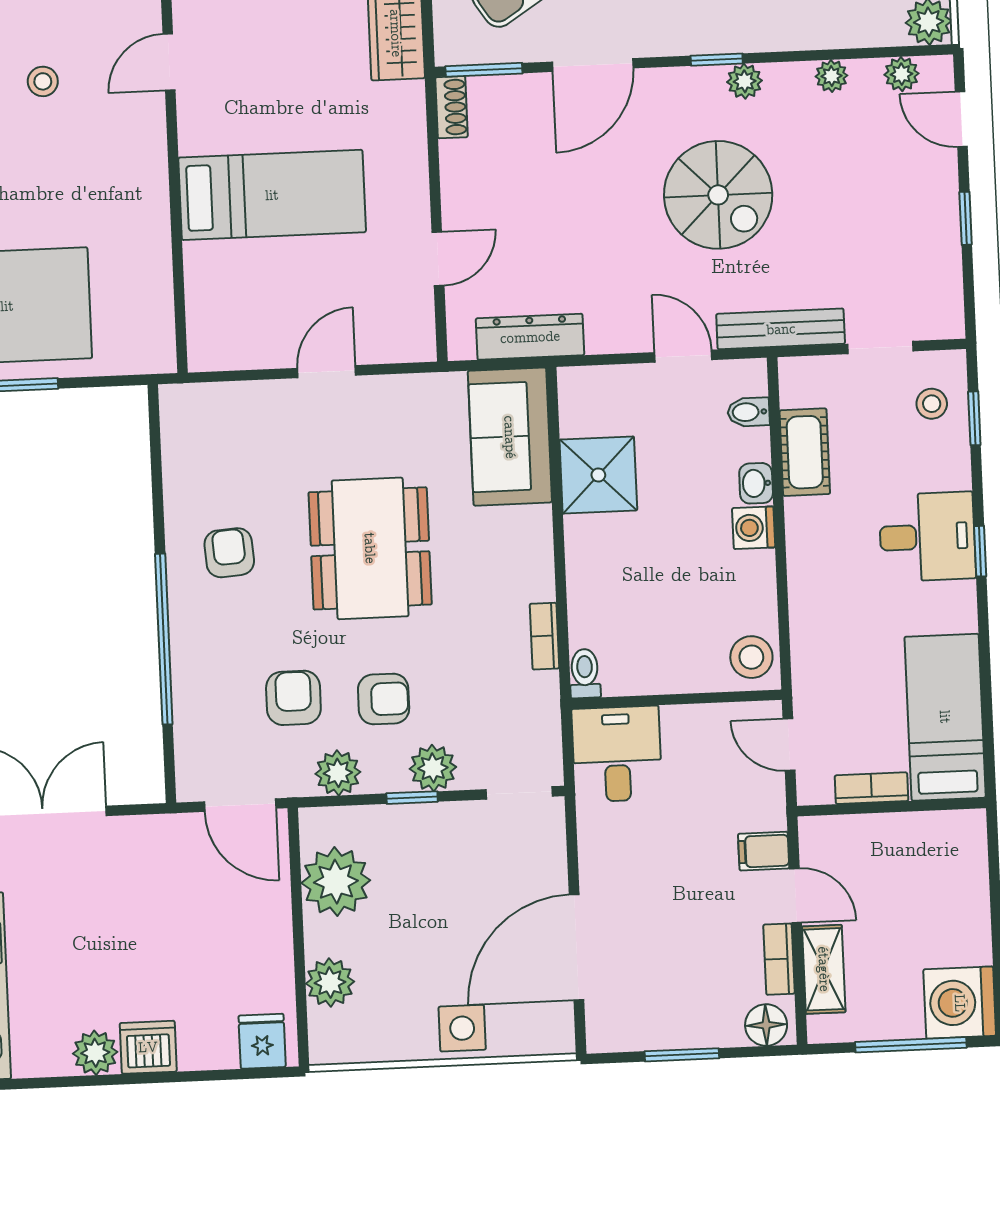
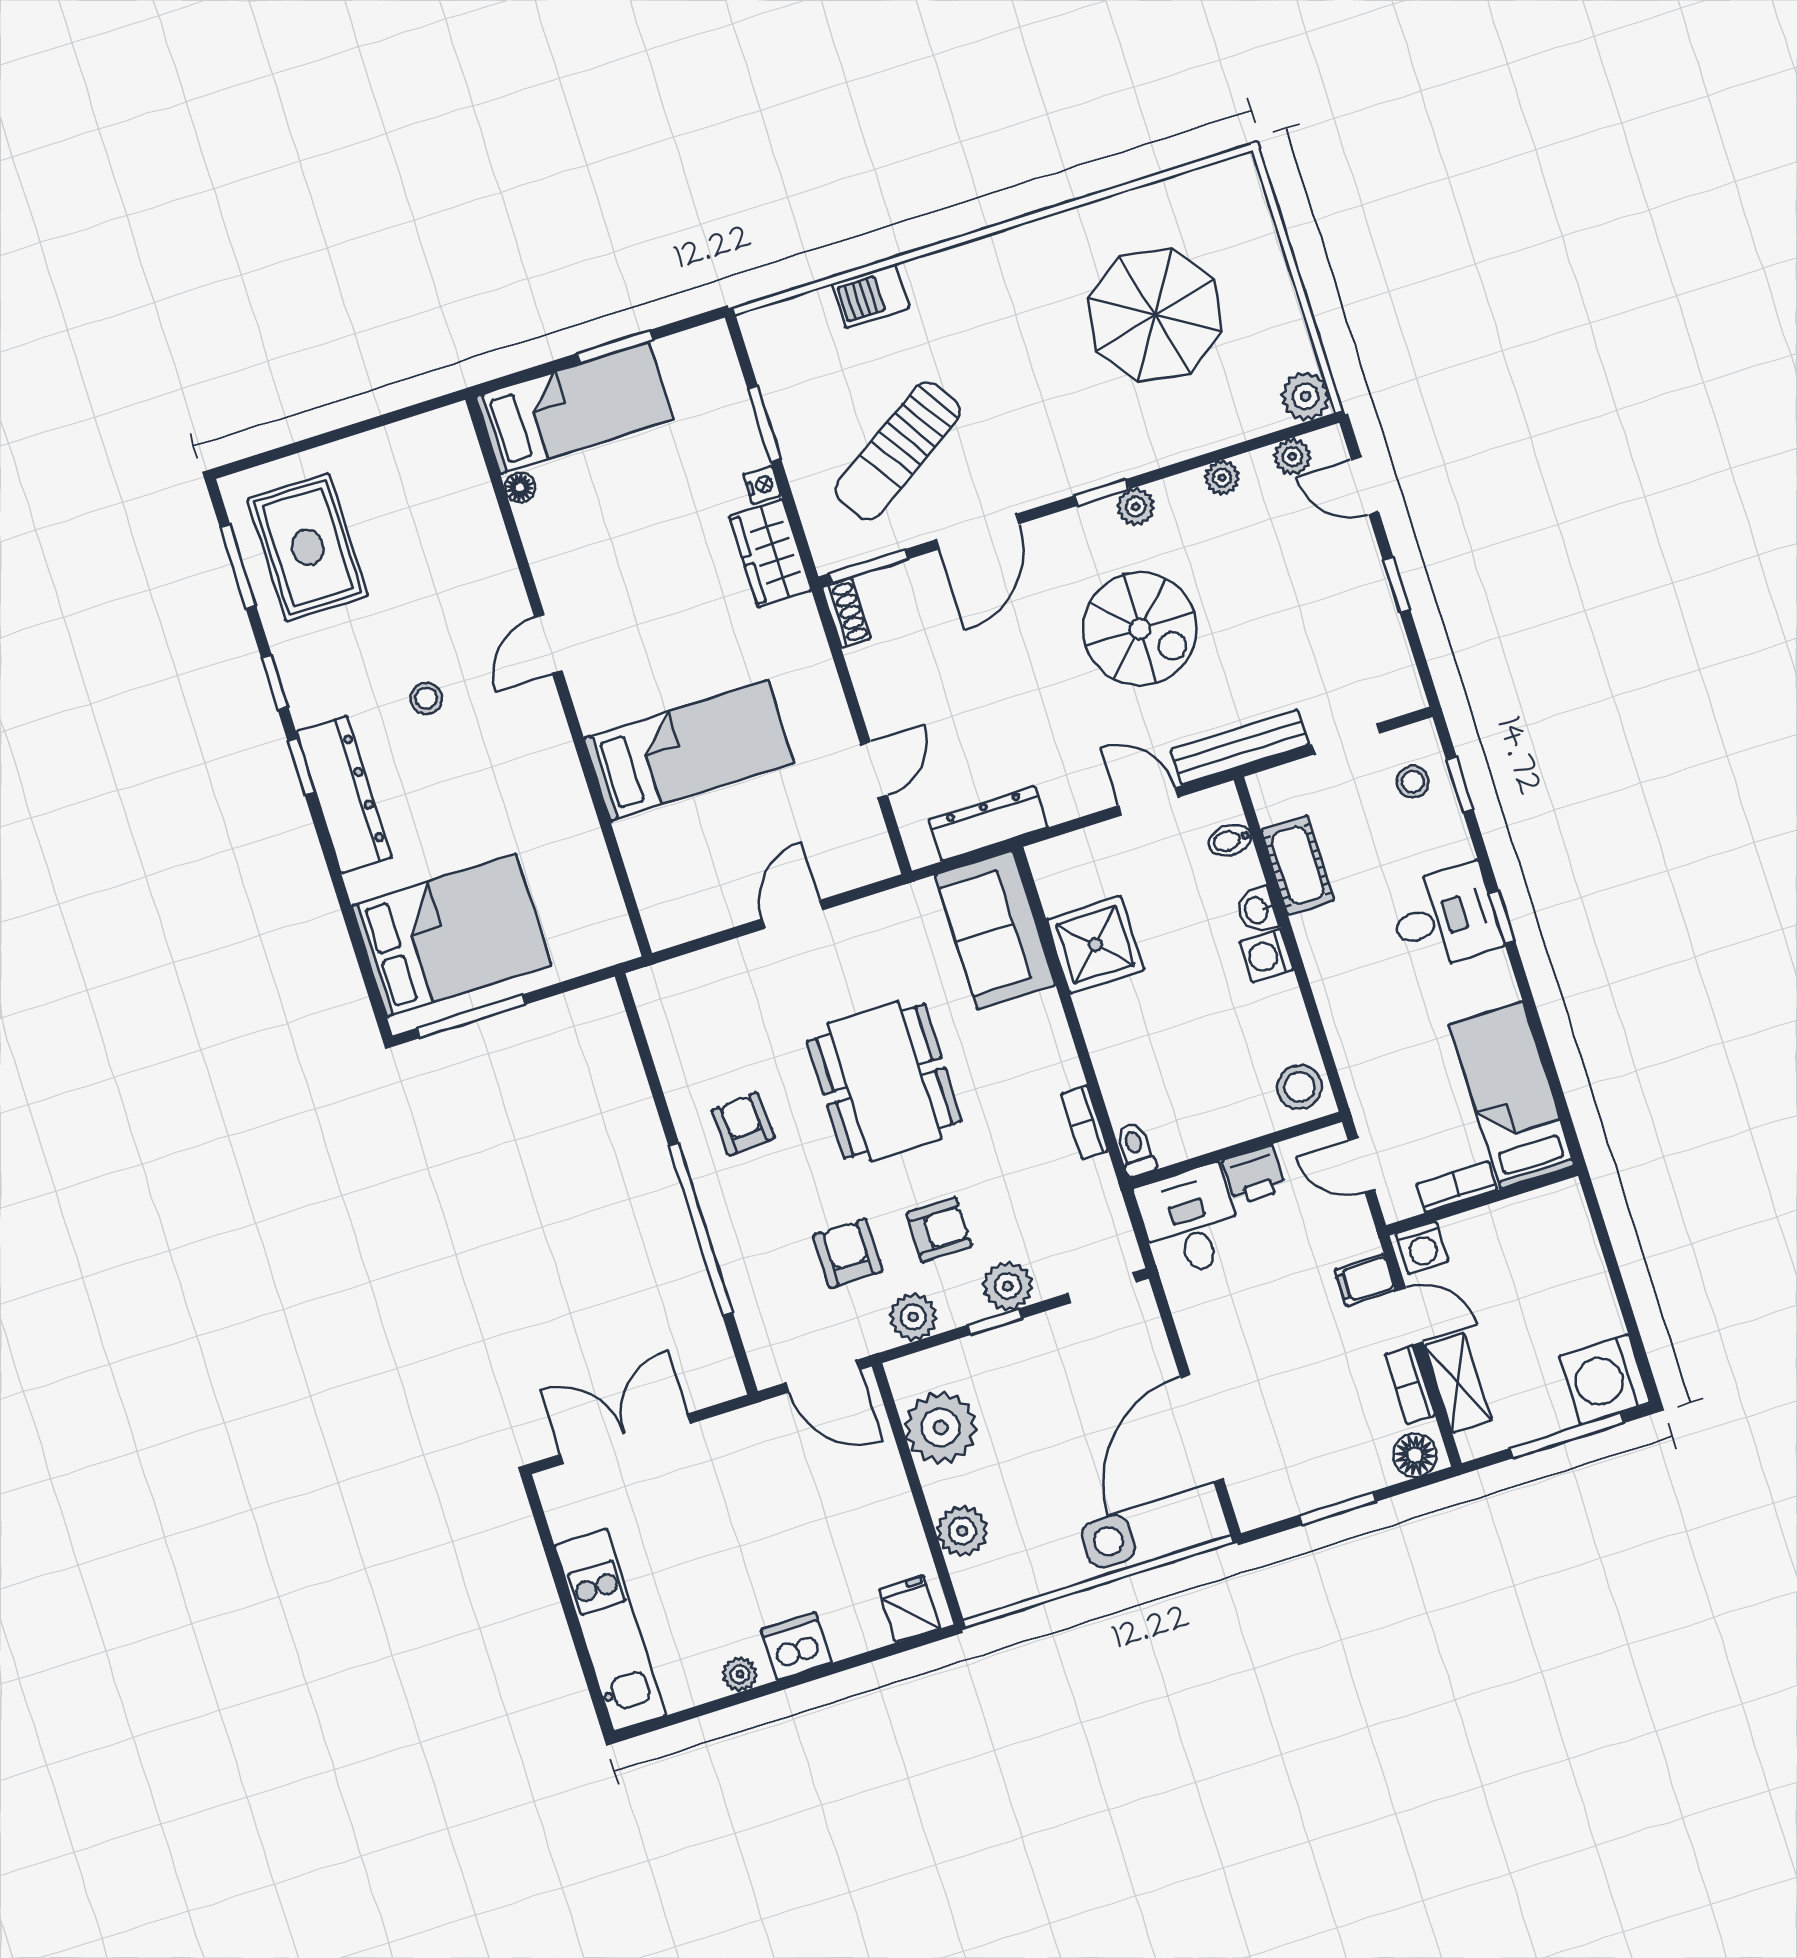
printer: (688, 727) -> (1254, 1175), added
washing machine: (824, 835) -> (1422, 1247), added
plant: (95, 1053) -> (740, 1674), width x0.73, depth x0.73

